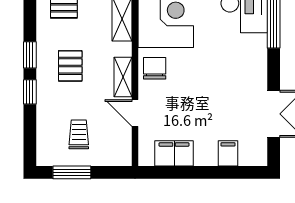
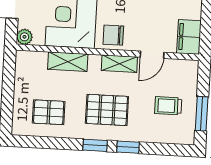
pallet: (70, 66) -> (107, 110), width x1.50, depth x1.42
filing cabinet: (174, 153) -> (189, 37), moved

